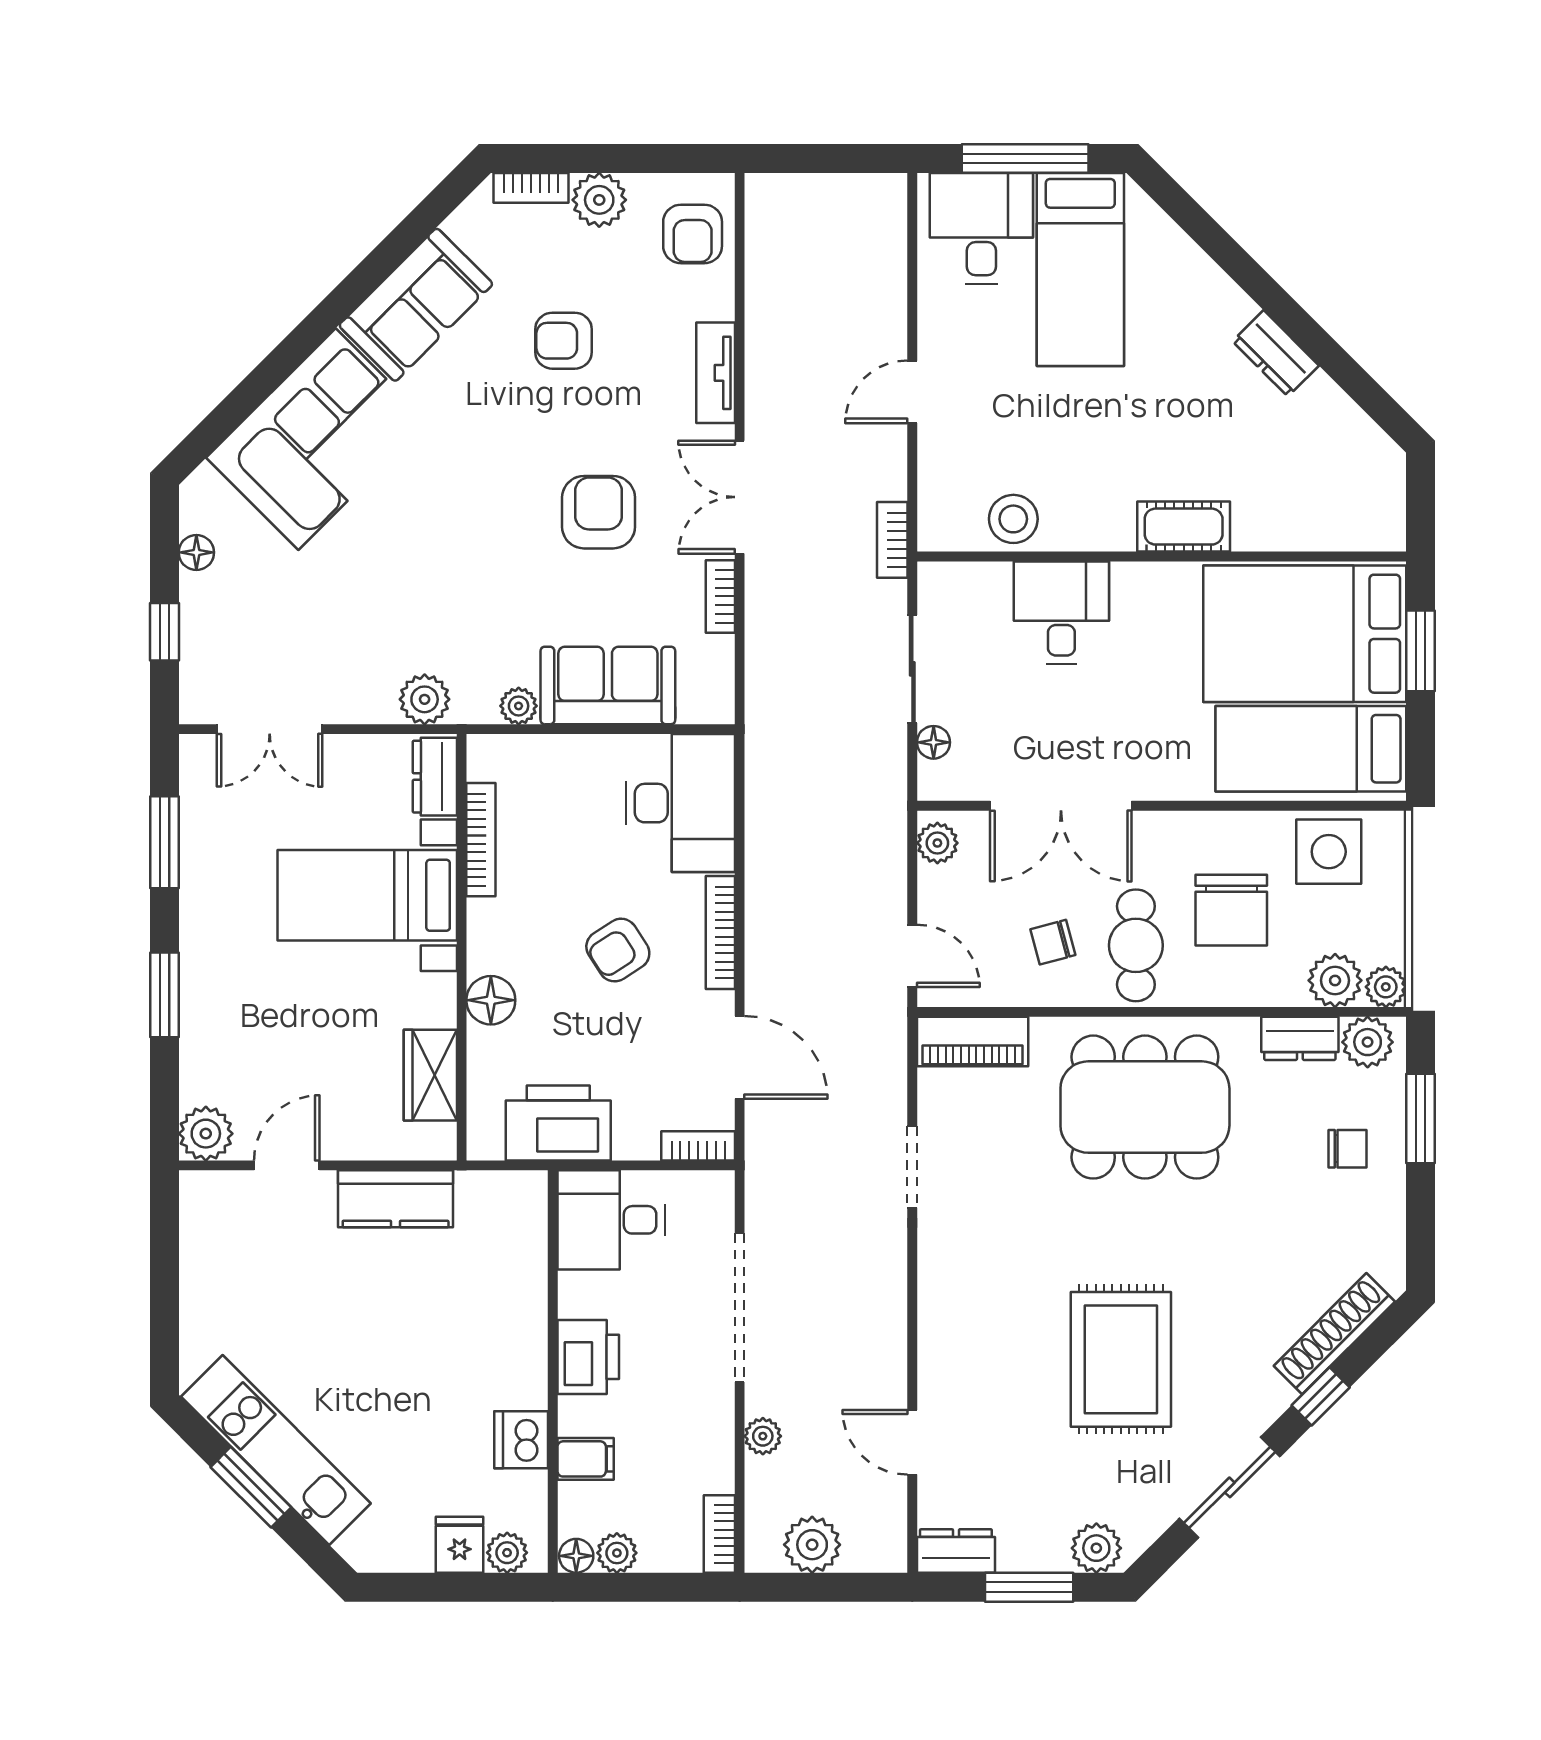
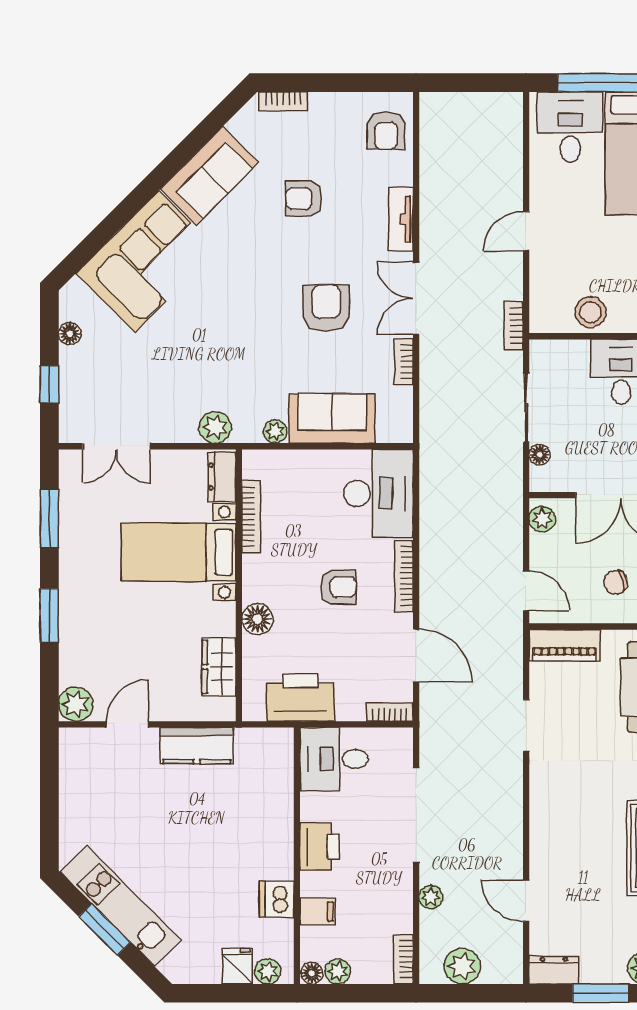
plant: (599, 200) -> (327, 109), removed
armchair: (618, 950) -> (338, 587), turned -147

